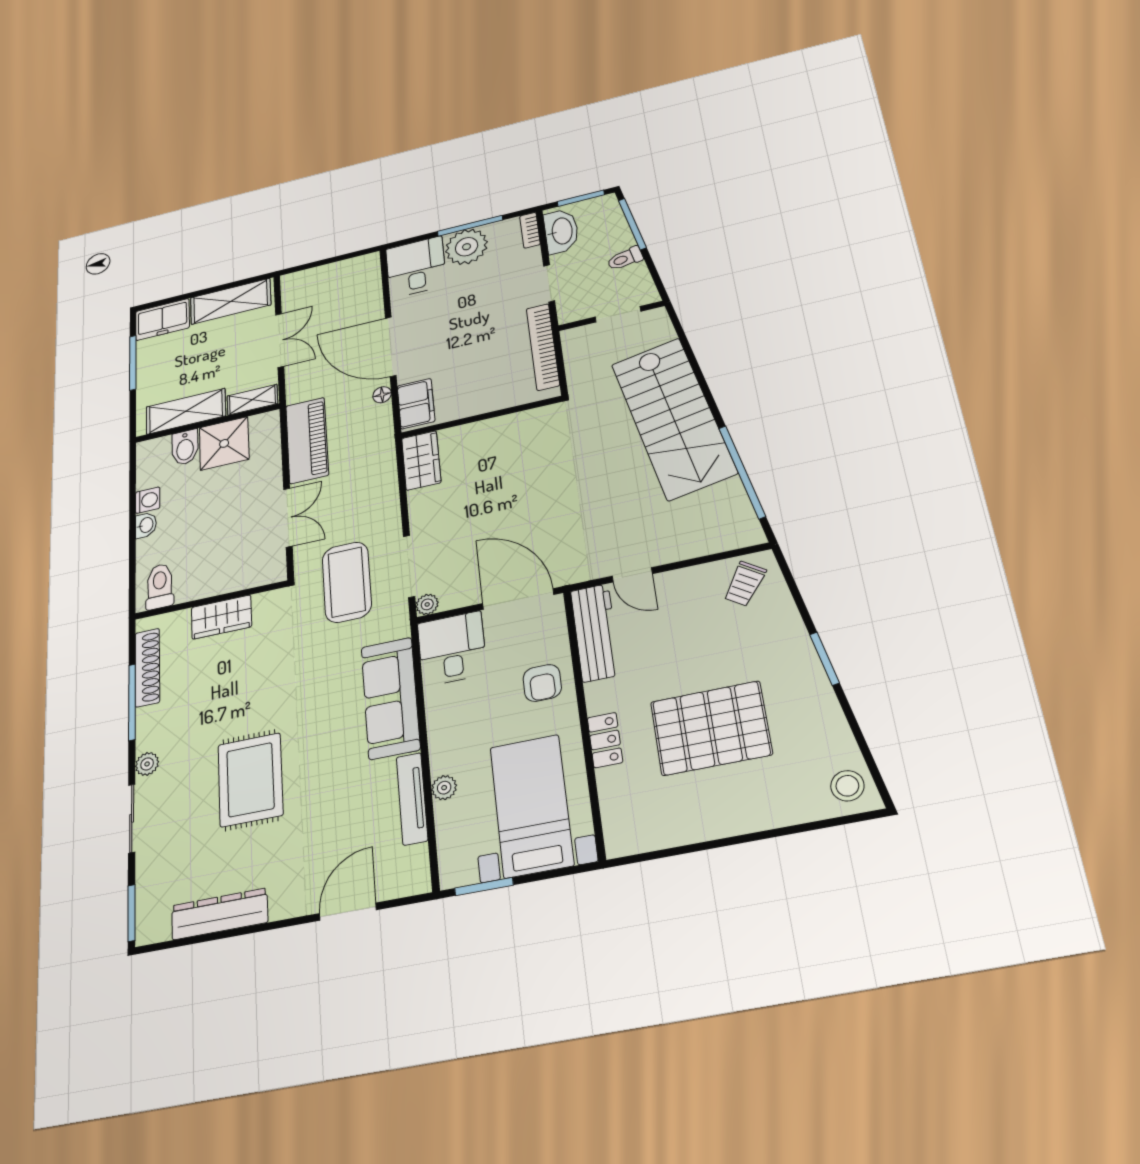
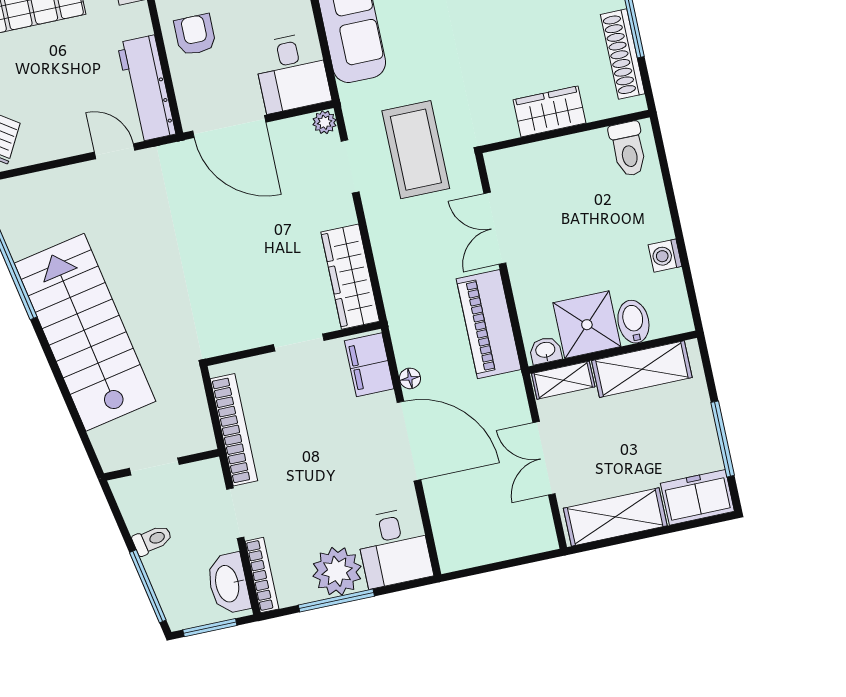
bookcase: (530, 230) -> (262, 575), width x1.56
doorway: (476, 418) -> (299, 343), added
wardrobe: (421, 460) -> (350, 277), width x1.50
washbasin: (146, 525) -> (545, 350), moved, turned 90
doorway: (409, 566) -> (350, 166), width x0.73

